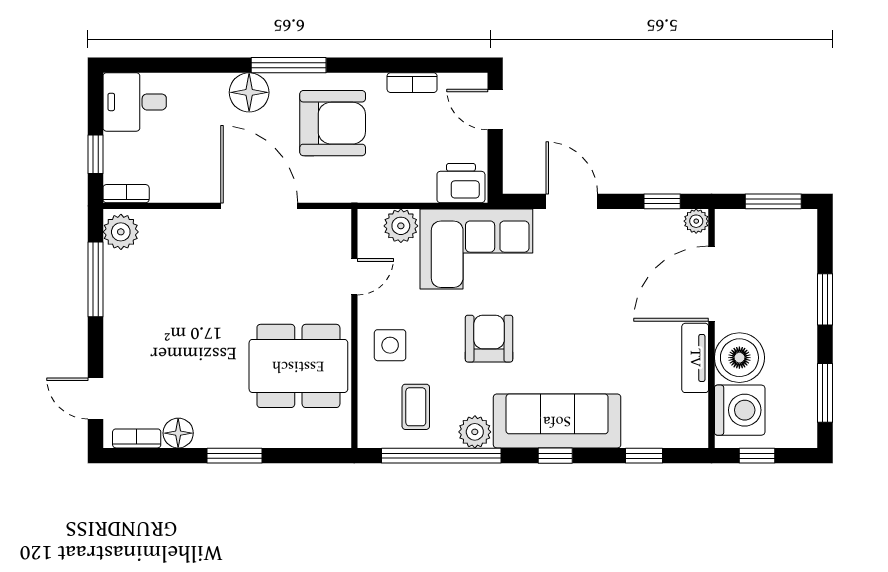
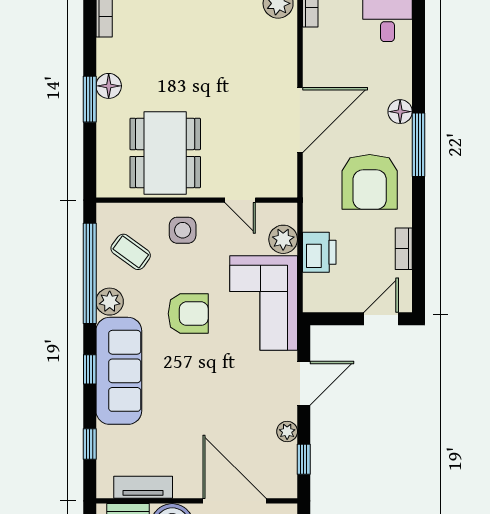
floor lamp: (249, 92) -> (400, 112), width x0.73, depth x0.73
printer: (461, 183) -> (319, 252), moved
plant: (696, 221) -> (287, 432), moved
tv unit: (695, 358) -> (143, 487), moved
coffee table: (416, 407) -> (131, 252), turned 36
floor lamp: (178, 433) -> (109, 86), moved

